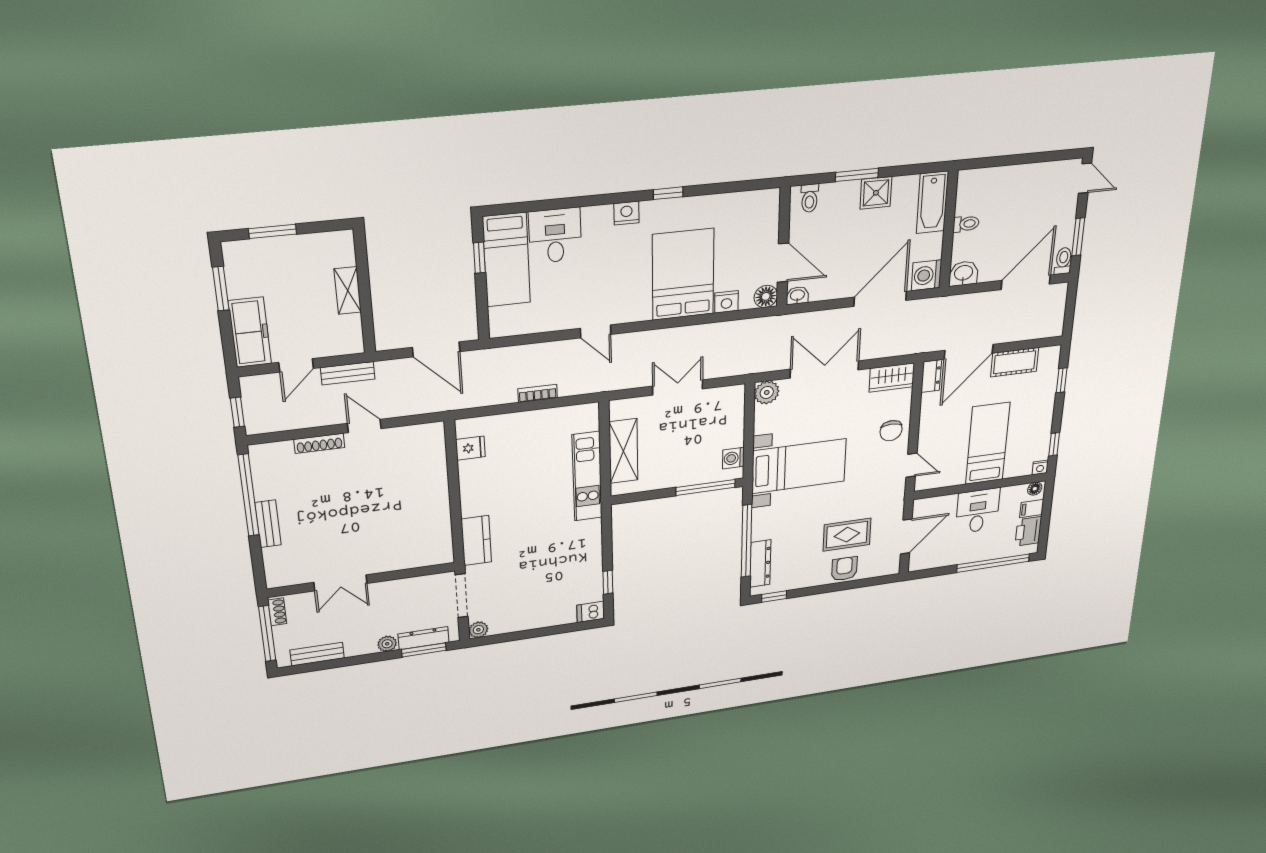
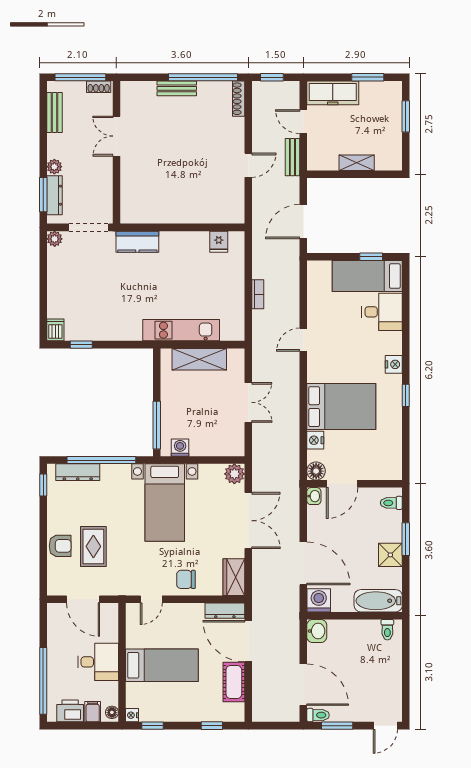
toilet: (966, 224) -> (387, 630), moved
dresser: (931, 376) -> (225, 611), width x1.44
shoe rack: (319, 443) -> (239, 99), moved

